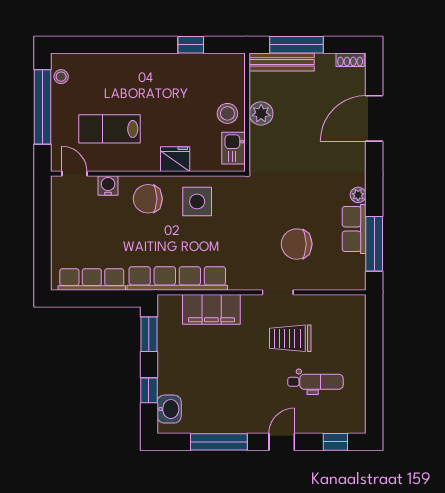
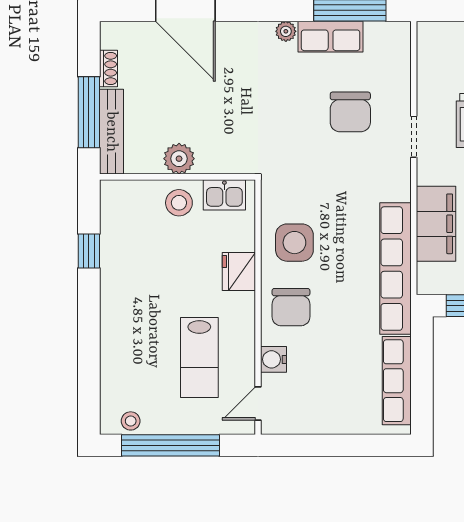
shoe rack: (350, 60) -> (108, 68), moved

